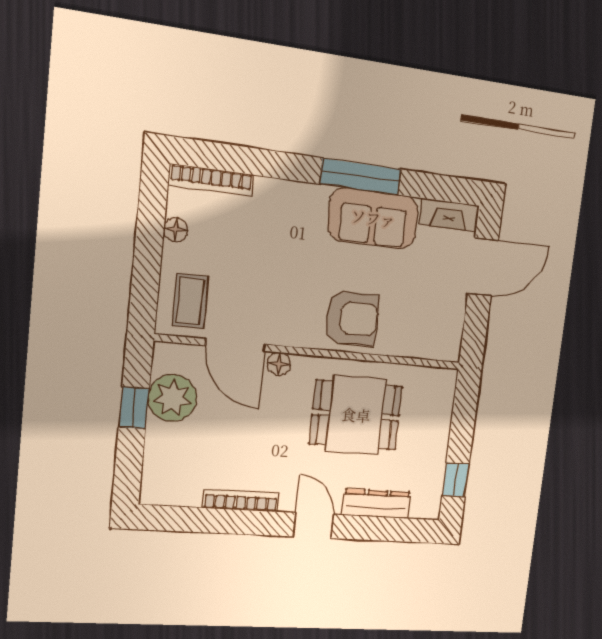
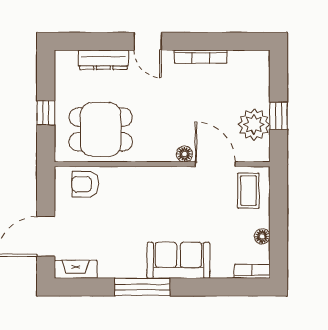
bookcase: (211, 180) -> (252, 271), width x0.64
sofa: (373, 218) -> (178, 260), moved
armchair: (352, 318) -> (85, 184), moved, width x0.72, depth x0.72
dining table: (356, 415) -> (101, 129), moved
window: (456, 480) -> (46, 113), moved

